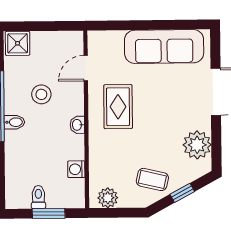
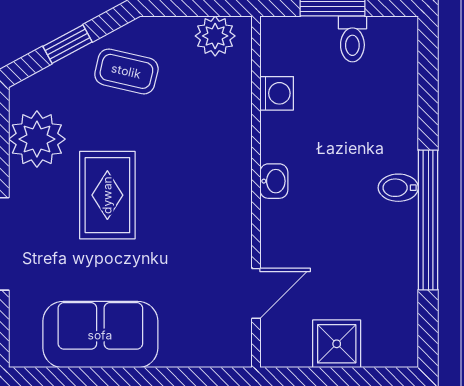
shower: (18, 43) -> (337, 344), moved
sofa: (164, 46) -> (100, 335), width x0.73
stool: (41, 94) -> (344, 242), removed
rug: (118, 107) -> (107, 195), moved

